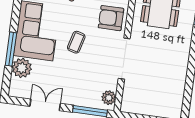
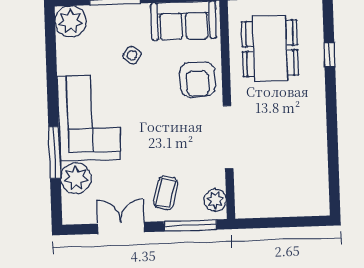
armchair: (111, 18) -> (198, 79), turned -90
coffee table: (76, 42) -> (166, 193), moved

